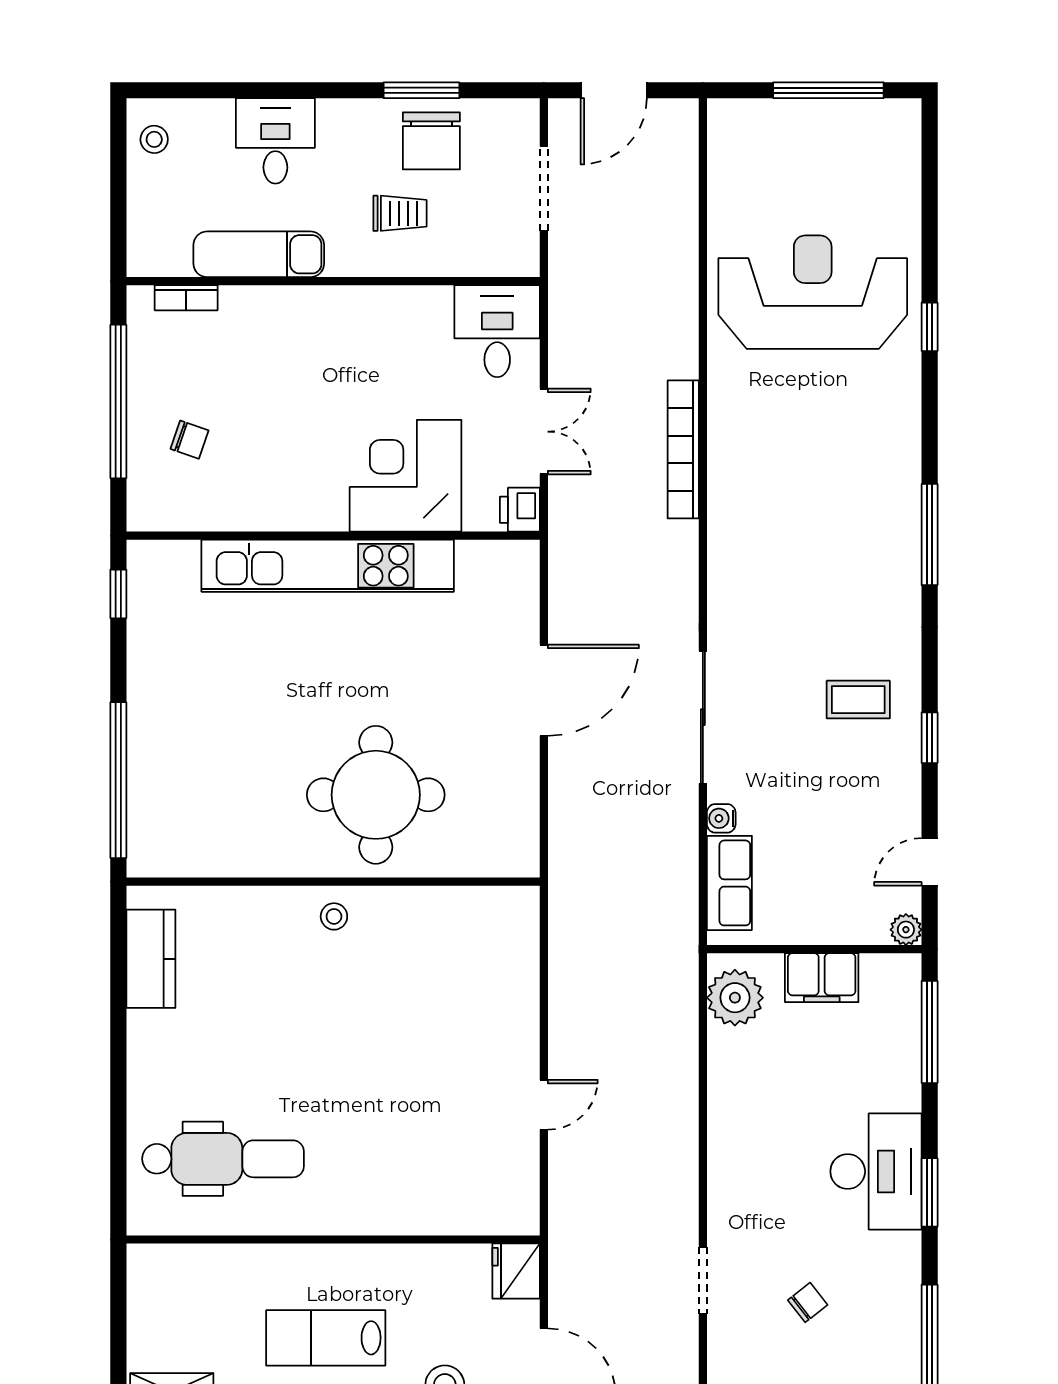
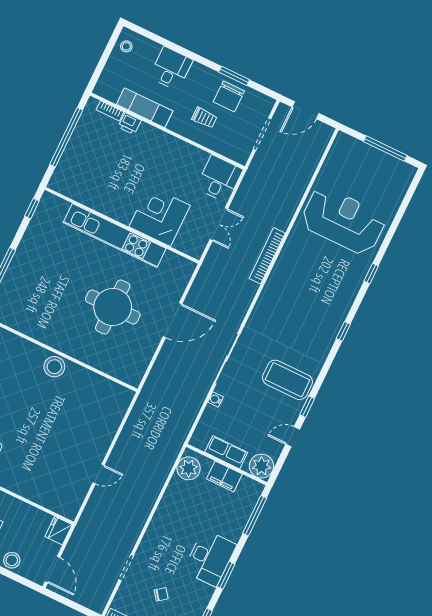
window: (930, 327) -> (371, 274), moved
chair: (190, 440) -> (86, 164), removed
printer: (520, 510) -> (130, 124), moved, turned -90
window: (930, 535) -> (343, 331), width x0.46
coffee table: (858, 700) -> (287, 380), width x1.86, depth x1.72
round table: (376, 795) -> (113, 307), moved
door: (930, 862) -> (293, 437), moved
row of seats: (729, 883) -> (226, 452), moved, turned -90
stool: (334, 916) -> (54, 367), width x1.89, depth x1.89
plant: (906, 930) -> (261, 466), width x1.88, depth x1.88

